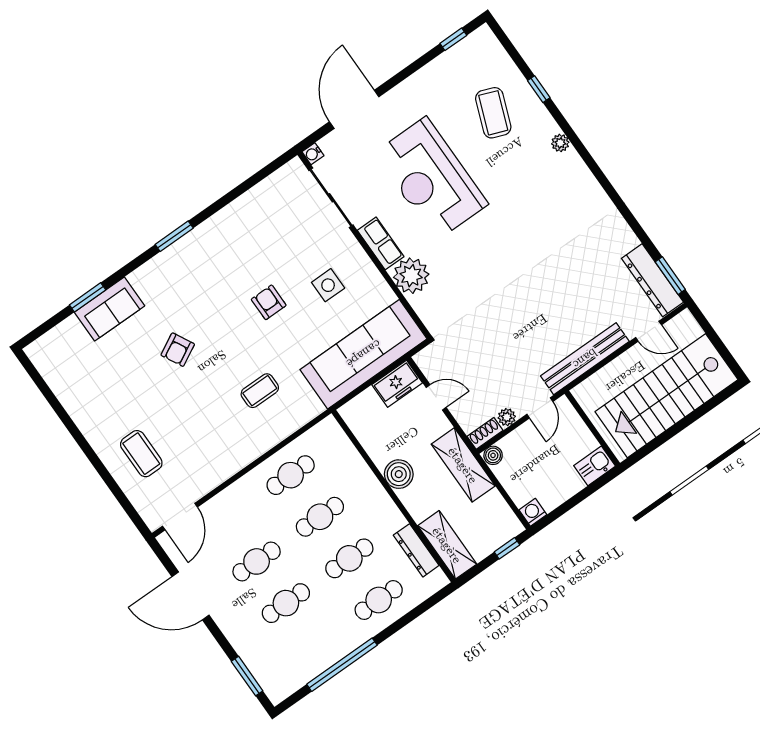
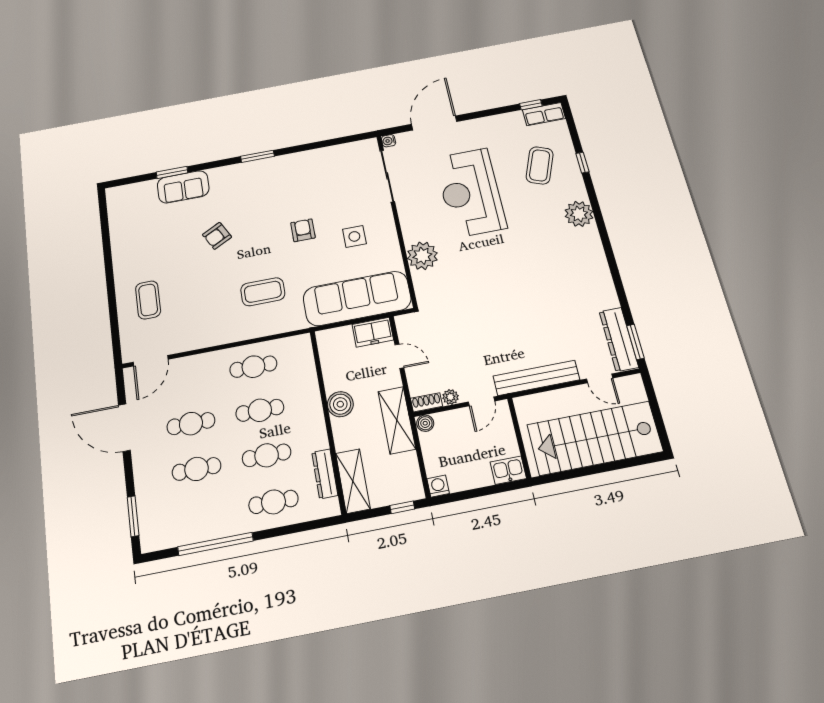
plant: (560, 143) -> (579, 214), width x1.88, depth x1.88
row of seats: (381, 243) -> (544, 114), moved, turned 90
coffee table: (260, 391) -> (263, 292), width x1.36, depth x1.30

